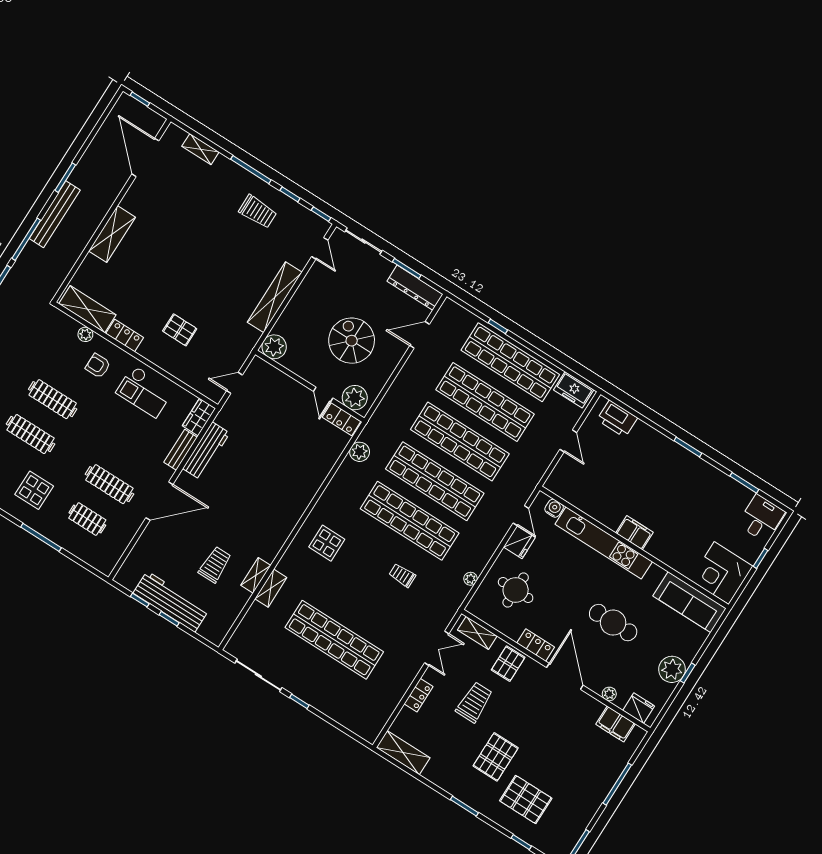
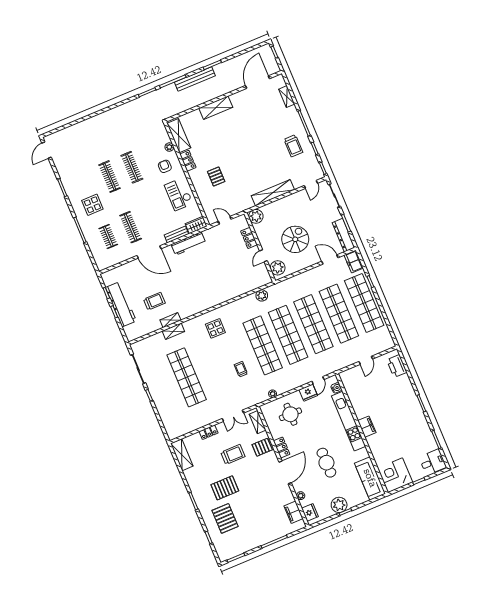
freezer: (574, 390) -> (354, 262), moved
locker: (342, 419) -> (249, 238), moved

